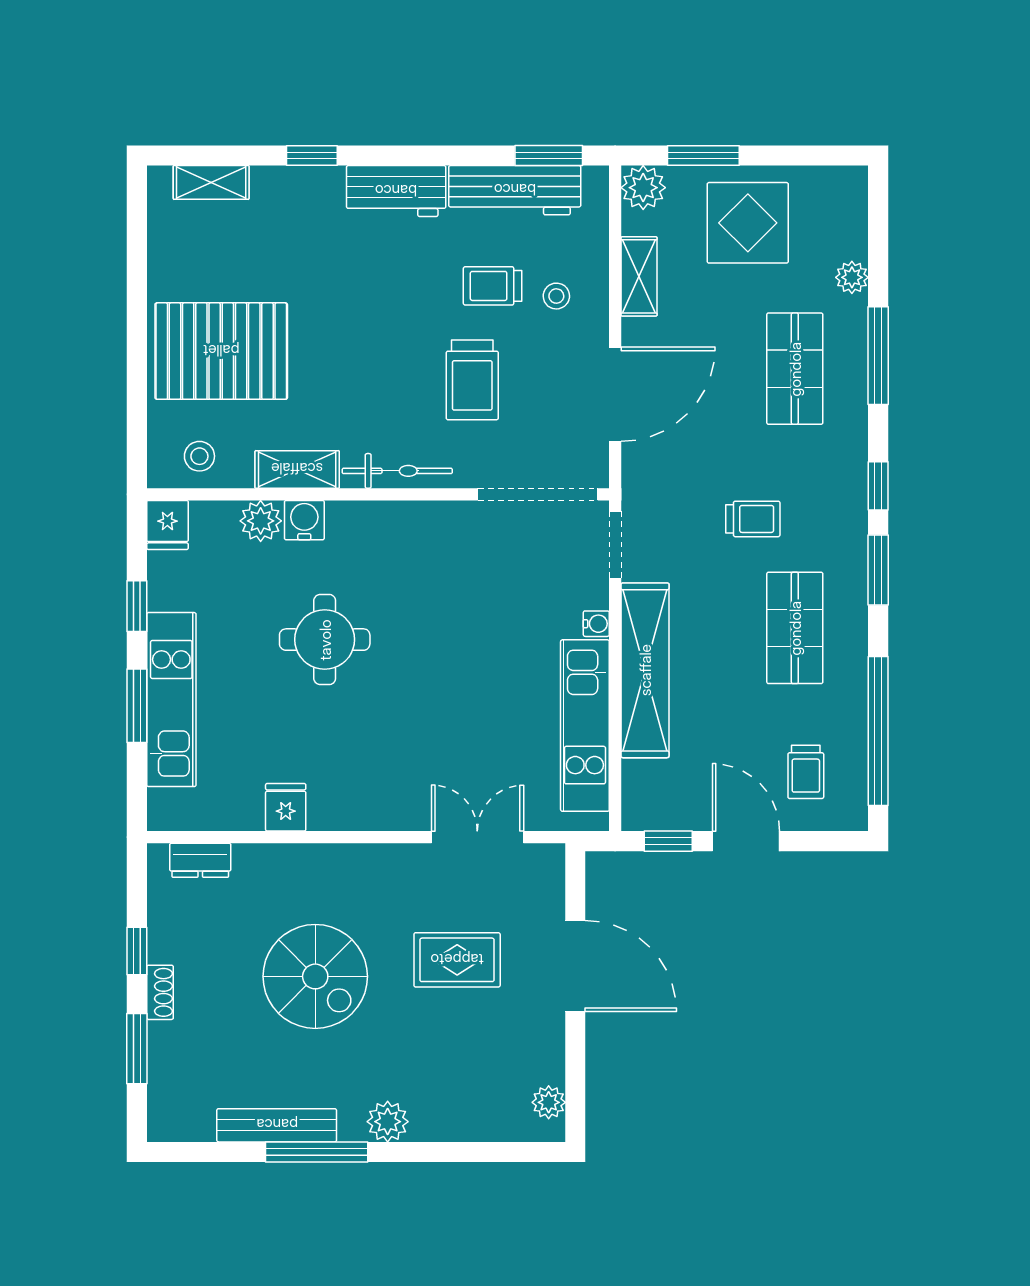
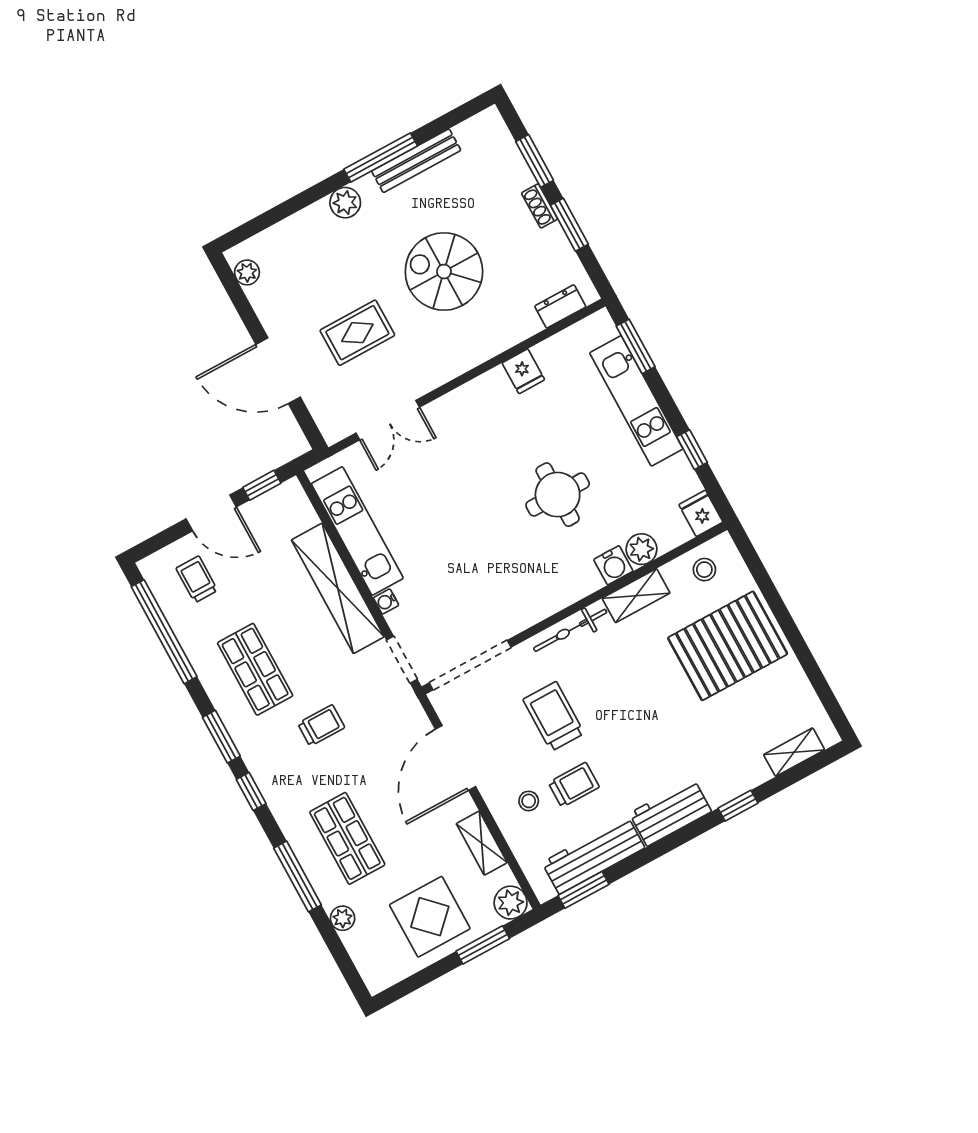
trolley: (753, 519) -> (321, 725), turned 180
window: (137, 706) -> (636, 346), moved
window: (137, 951) -> (569, 225), width x1.50

